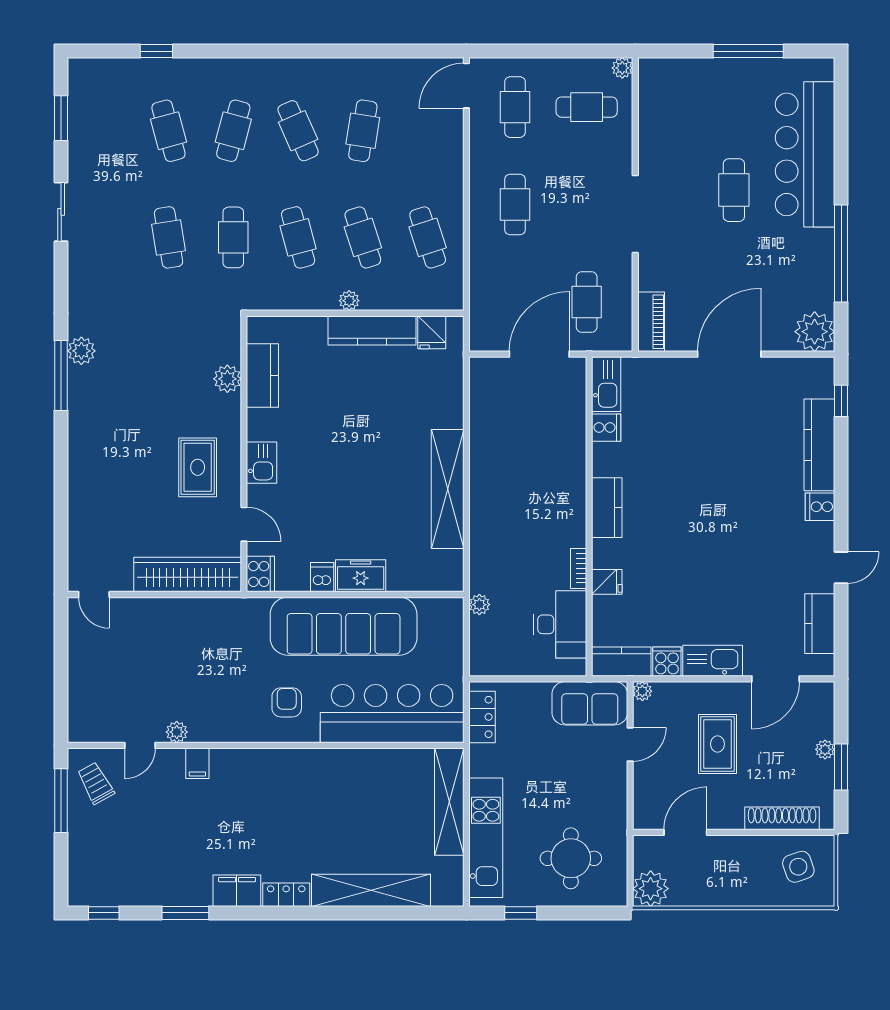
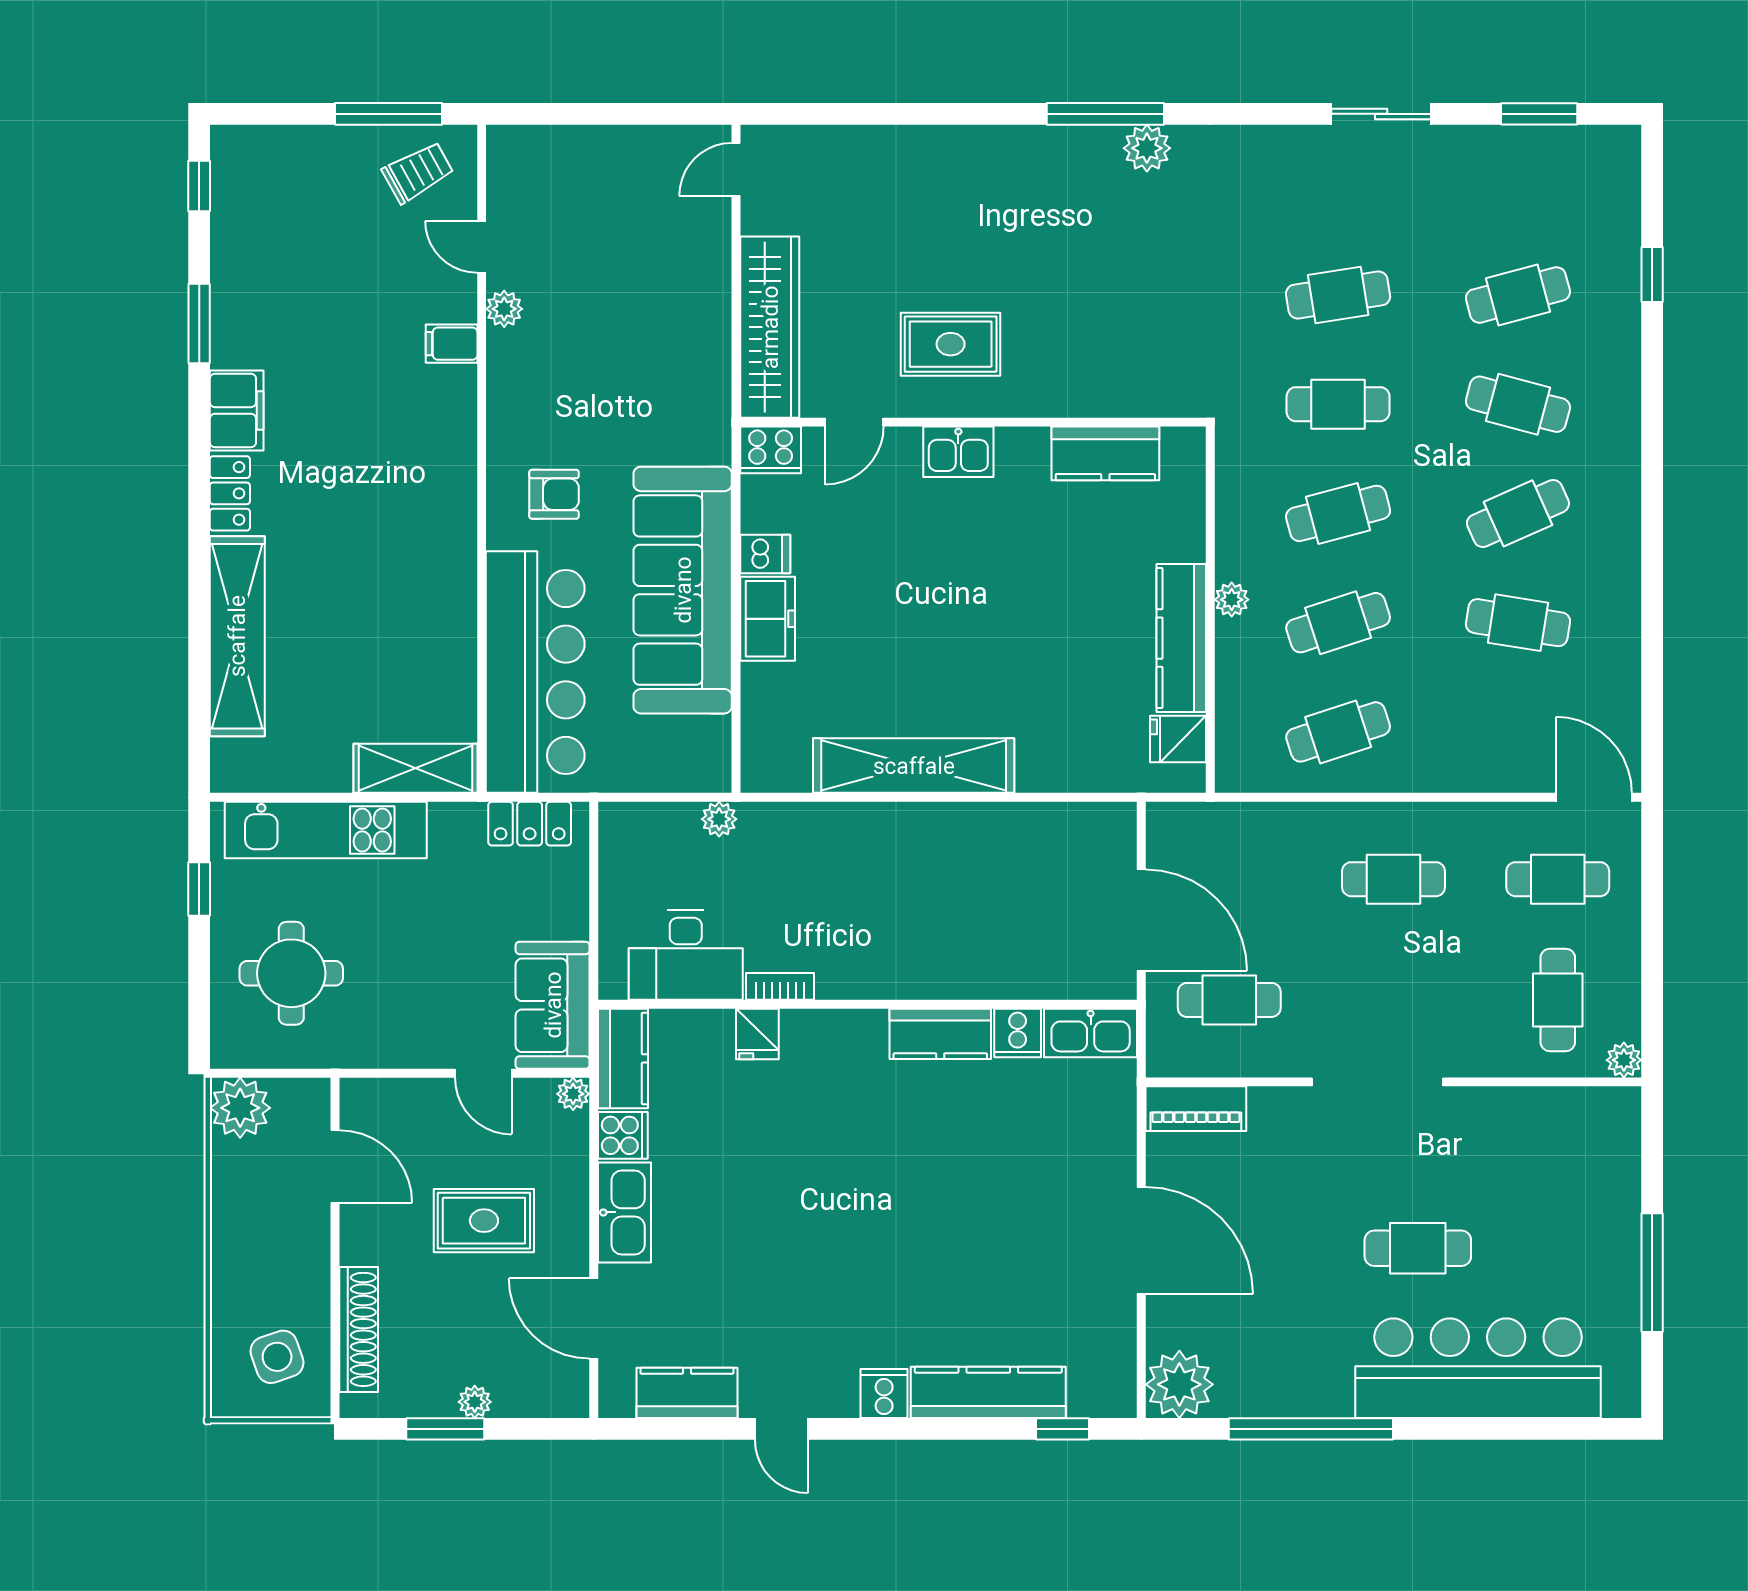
plant: (227, 379) -> (1100, 394), removed
kitchen counter: (607, 508) -> (940, 1034), moved
shelving: (449, 802) -> (415, 768), width x0.68

